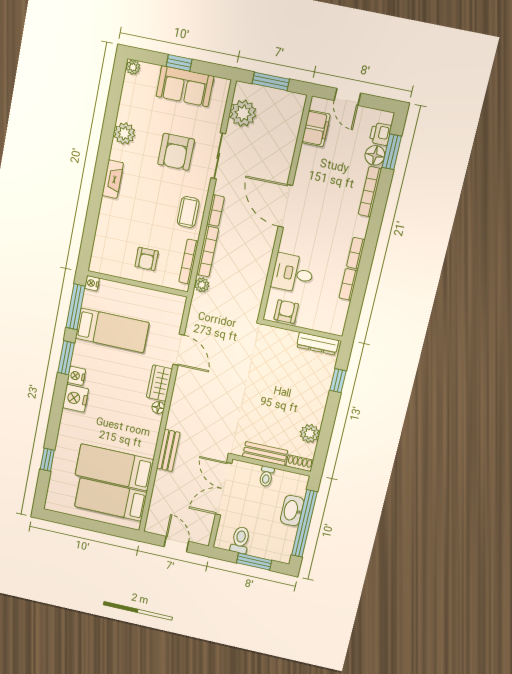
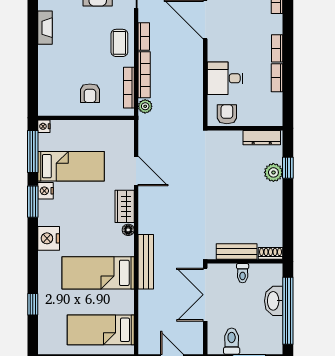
nightstand: (76, 376) -> (46, 191), moved
plant: (310, 434) -> (273, 172), moved
bench: (168, 450) -> (146, 262), width x1.36
bed: (114, 467) -> (98, 273), moved

